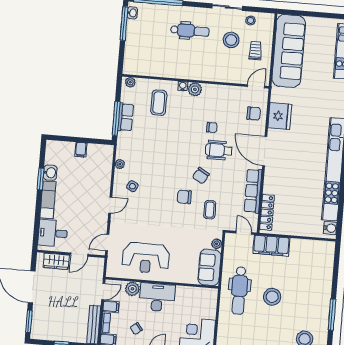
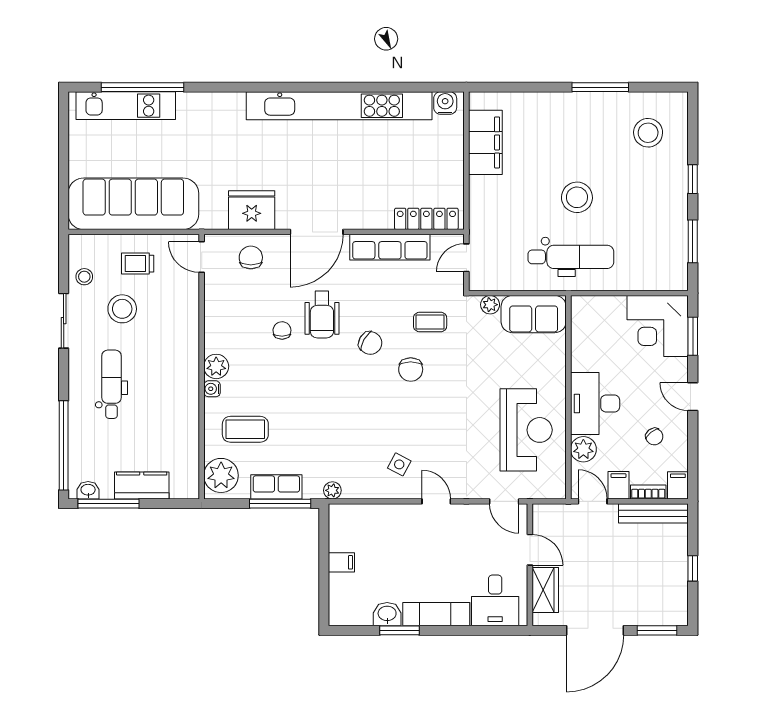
kitchen counter: (132, 43) -> (142, 485), added
plant: (130, 82) -> (221, 475), width x1.88, depth x1.88
plant: (120, 164) -> (332, 490), moved
filing cabinet: (271, 246) -> (485, 142), moved

